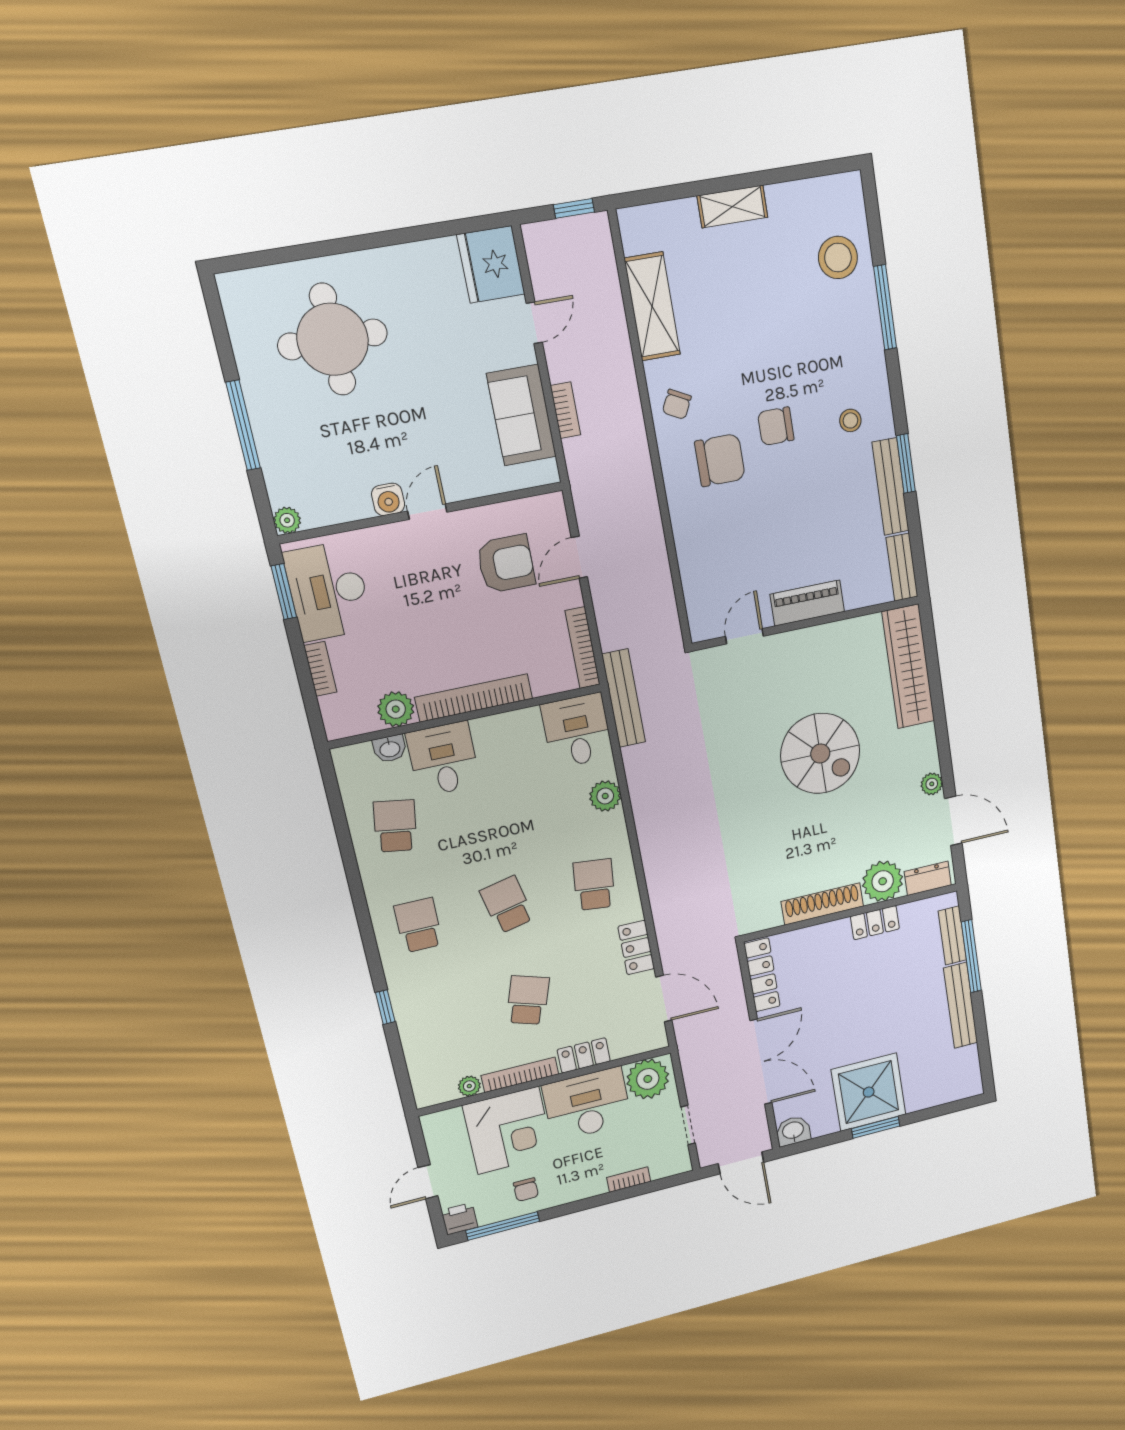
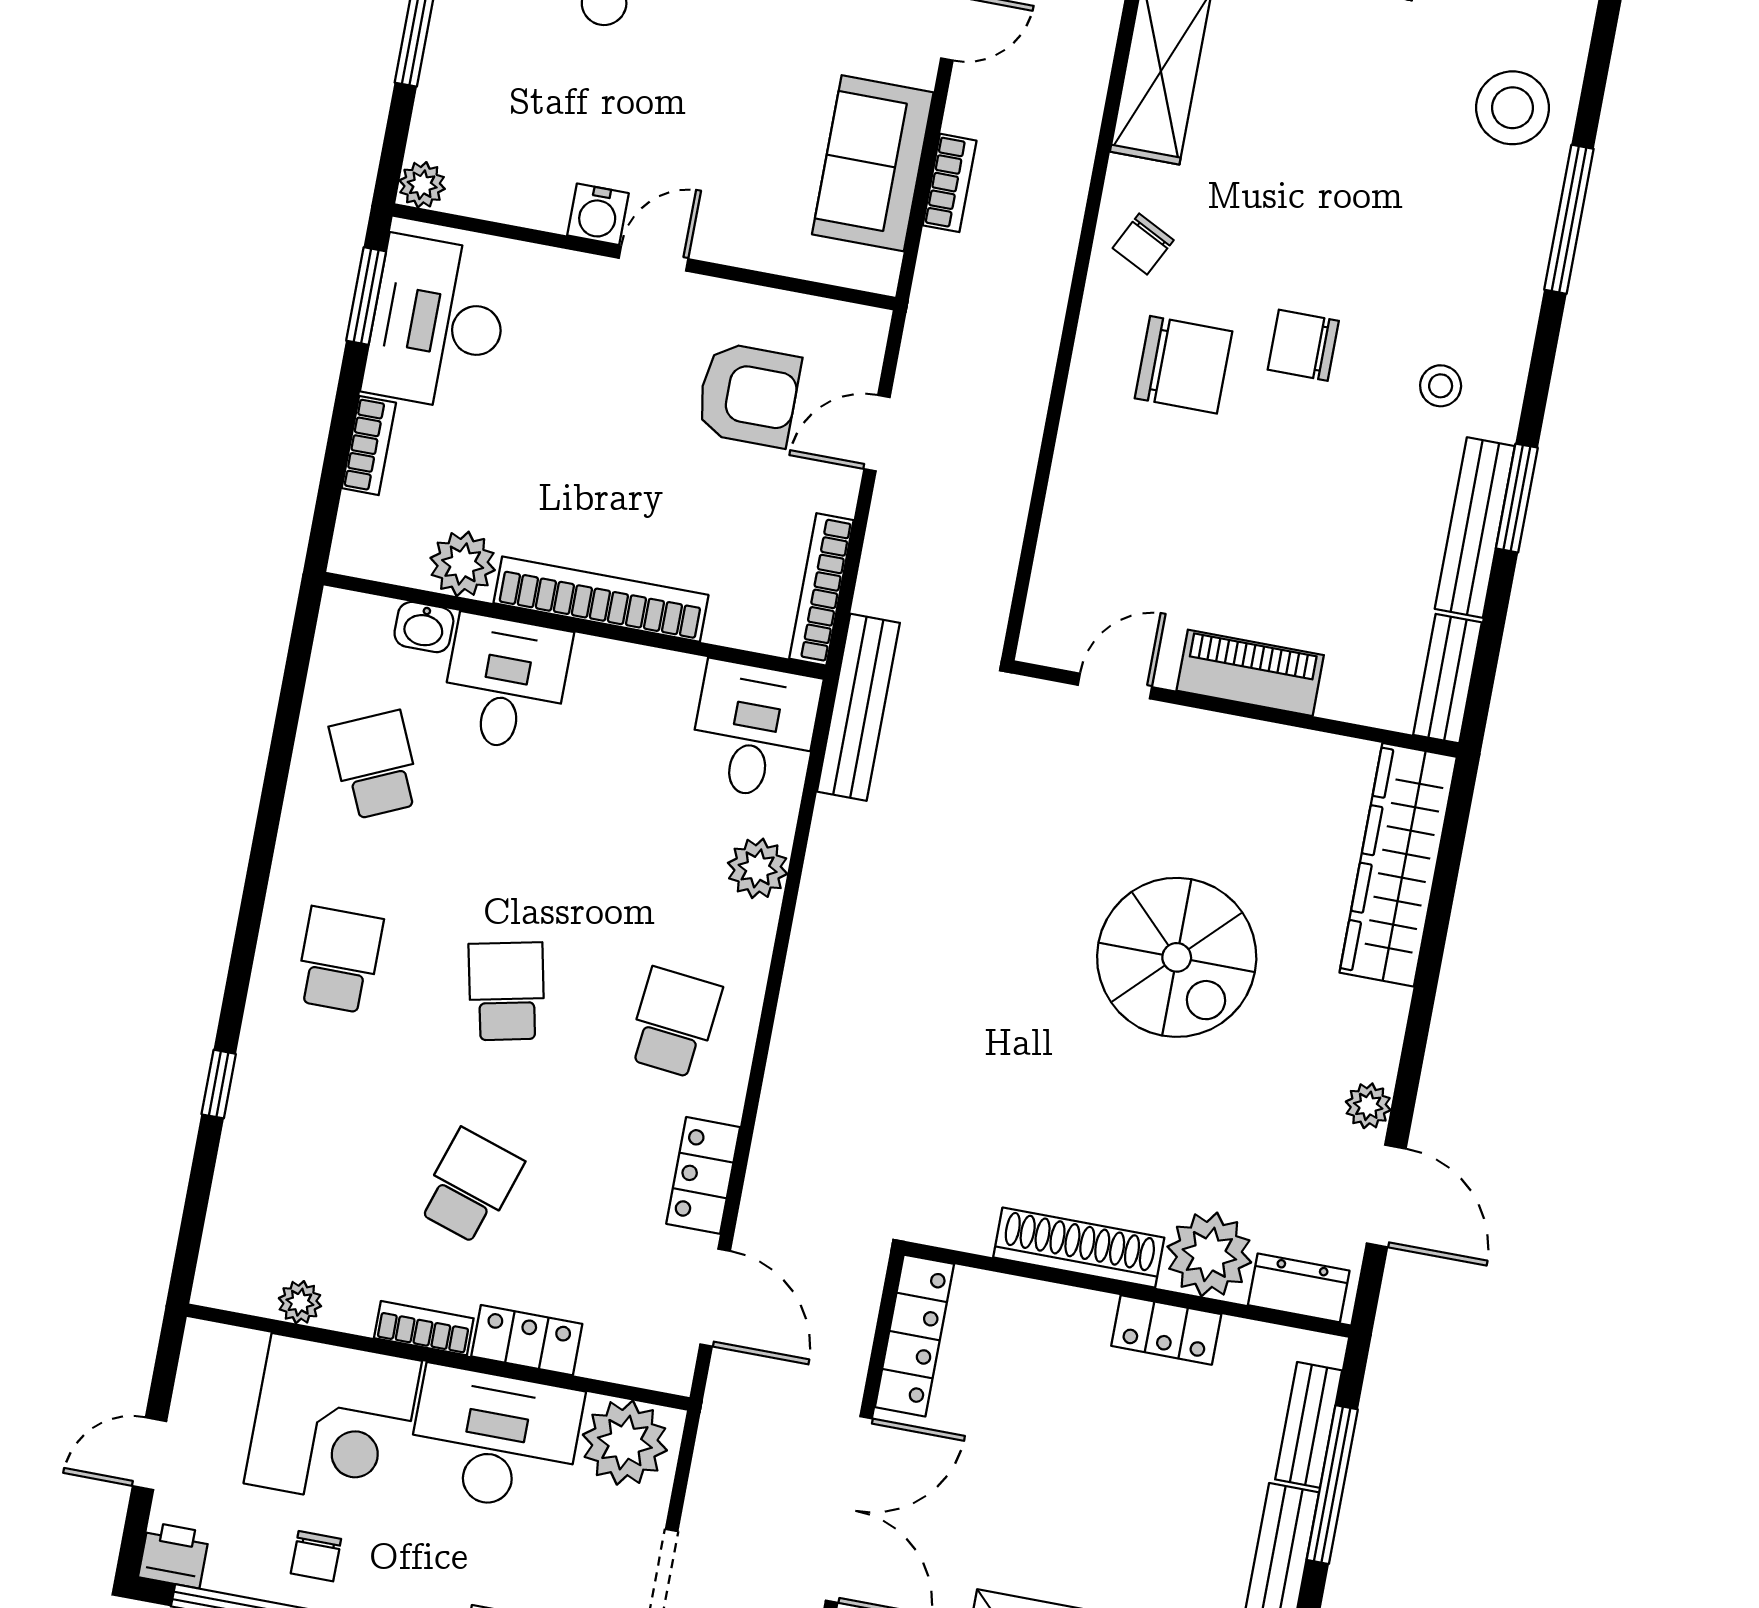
school desk: (395, 826) -> (375, 765), turned -33
bookcase: (520, 1075) -> (424, 1328), width x0.64

